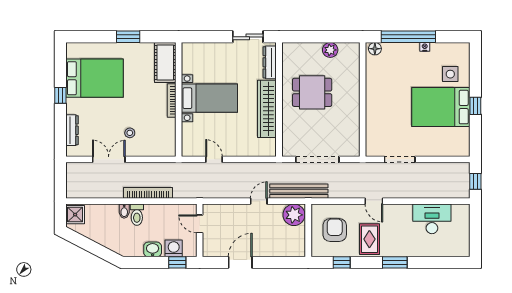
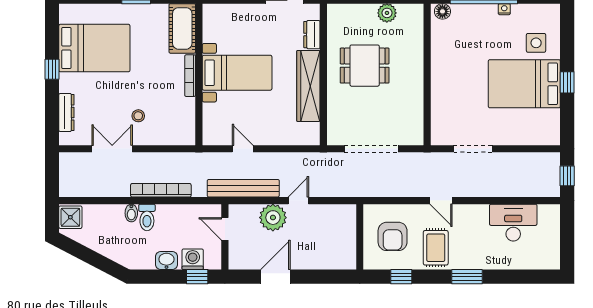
dresser: (270, 62) -> (312, 35), width x0.70
bench: (299, 191) -> (243, 188), moved
plant: (294, 215) -> (273, 218), moved
armchair: (335, 230) -> (393, 236), turned 180

